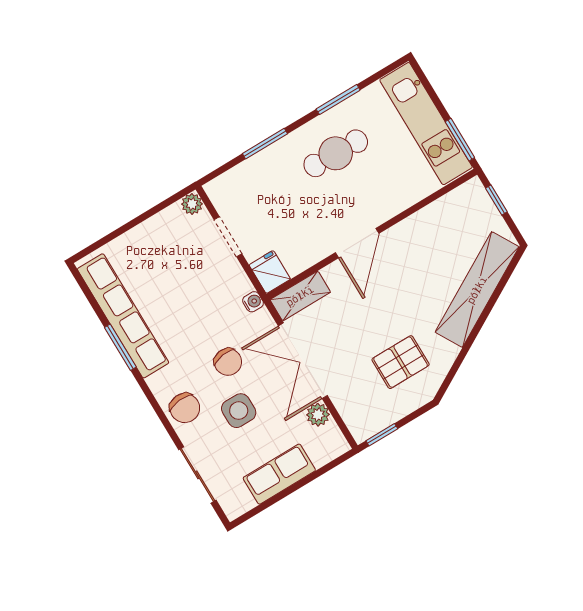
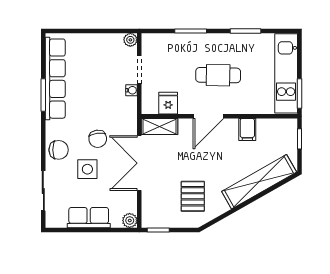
cafe table: (336, 153) -> (218, 75), moved
filing cabinet: (420, 229) -> (247, 130), added
fridge: (270, 272) -> (168, 103), moved
water cooler: (253, 302) -> (131, 90), moved
pallet: (401, 362) -> (193, 196), turned 90
chair: (185, 408) -> (59, 150), turned -85
plant: (318, 415) -> (130, 220), moved

